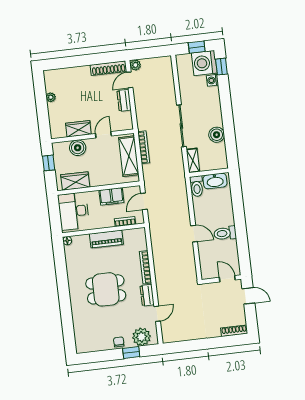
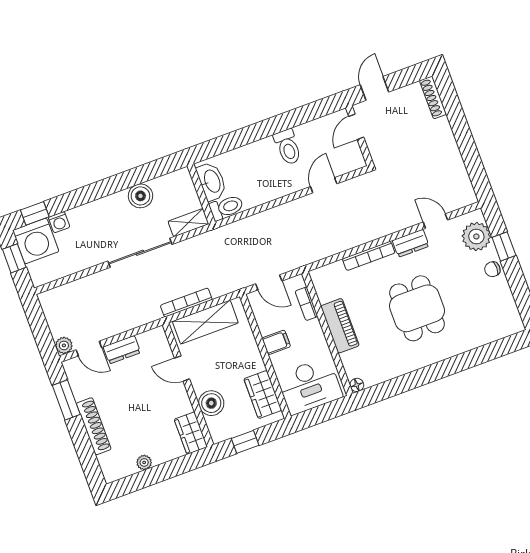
window: (101, 58) -> (66, 400), added
shoe rack: (108, 68) -> (94, 426), moved
wardrobe: (78, 129) -> (191, 433), moved
filing cabinet: (111, 196) -> (276, 342), width x0.50
door: (194, 234) -> (324, 185), moved

